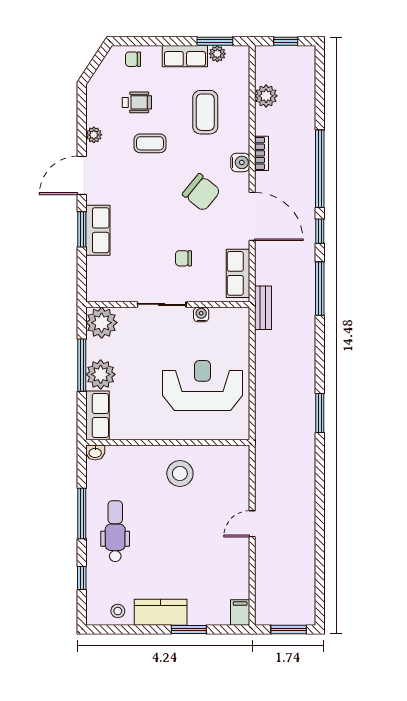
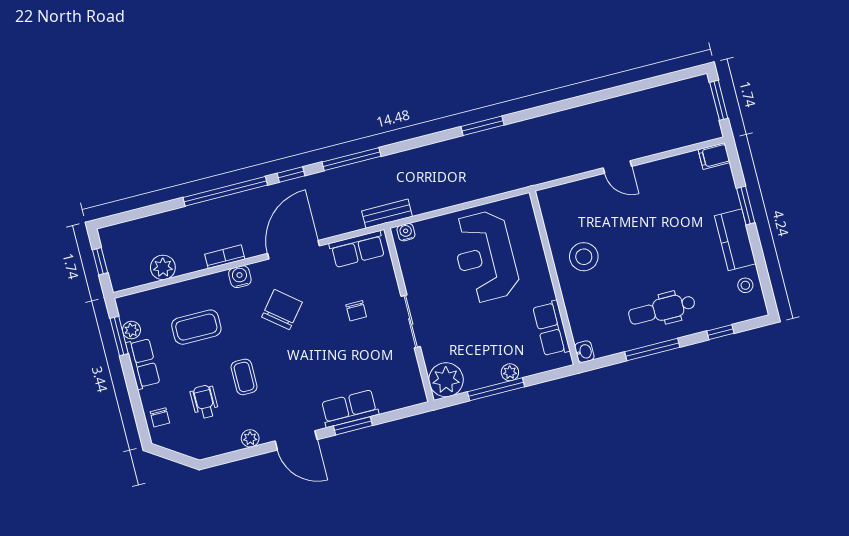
water cooler: (201, 314) -> (406, 232), moved, turned 90
plant: (101, 374) -> (510, 372), width x0.53, depth x0.53
row of seats: (98, 415) -> (551, 329), moved, turned -90

